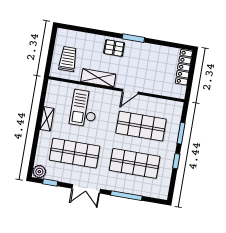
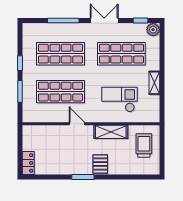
pallet: (114, 48) -> (100, 164), turned 90
trolley: (68, 59) -> (144, 145), turned 180
locker: (184, 67) -> (28, 163), width x0.66
door: (130, 92) -> (77, 124), hinge flipped
checkout: (84, 108) -> (120, 99), turned -90

